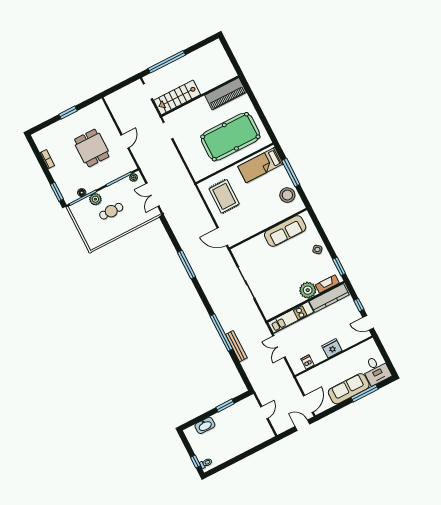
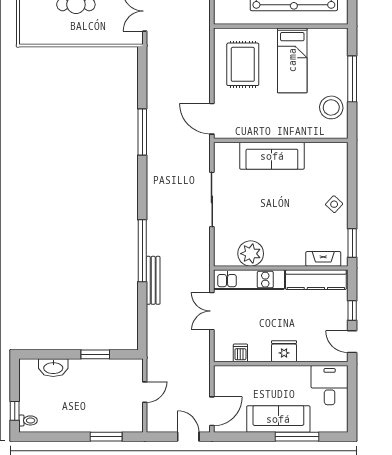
bed: (261, 165) -> (292, 60), moved, turned -90
sofa: (285, 231) -> (272, 156), moved
plant: (308, 290) -> (251, 254), moved
desk: (376, 370) -> (330, 385), moved, turned 180
window: (255, 449) -> (106, 437), added

